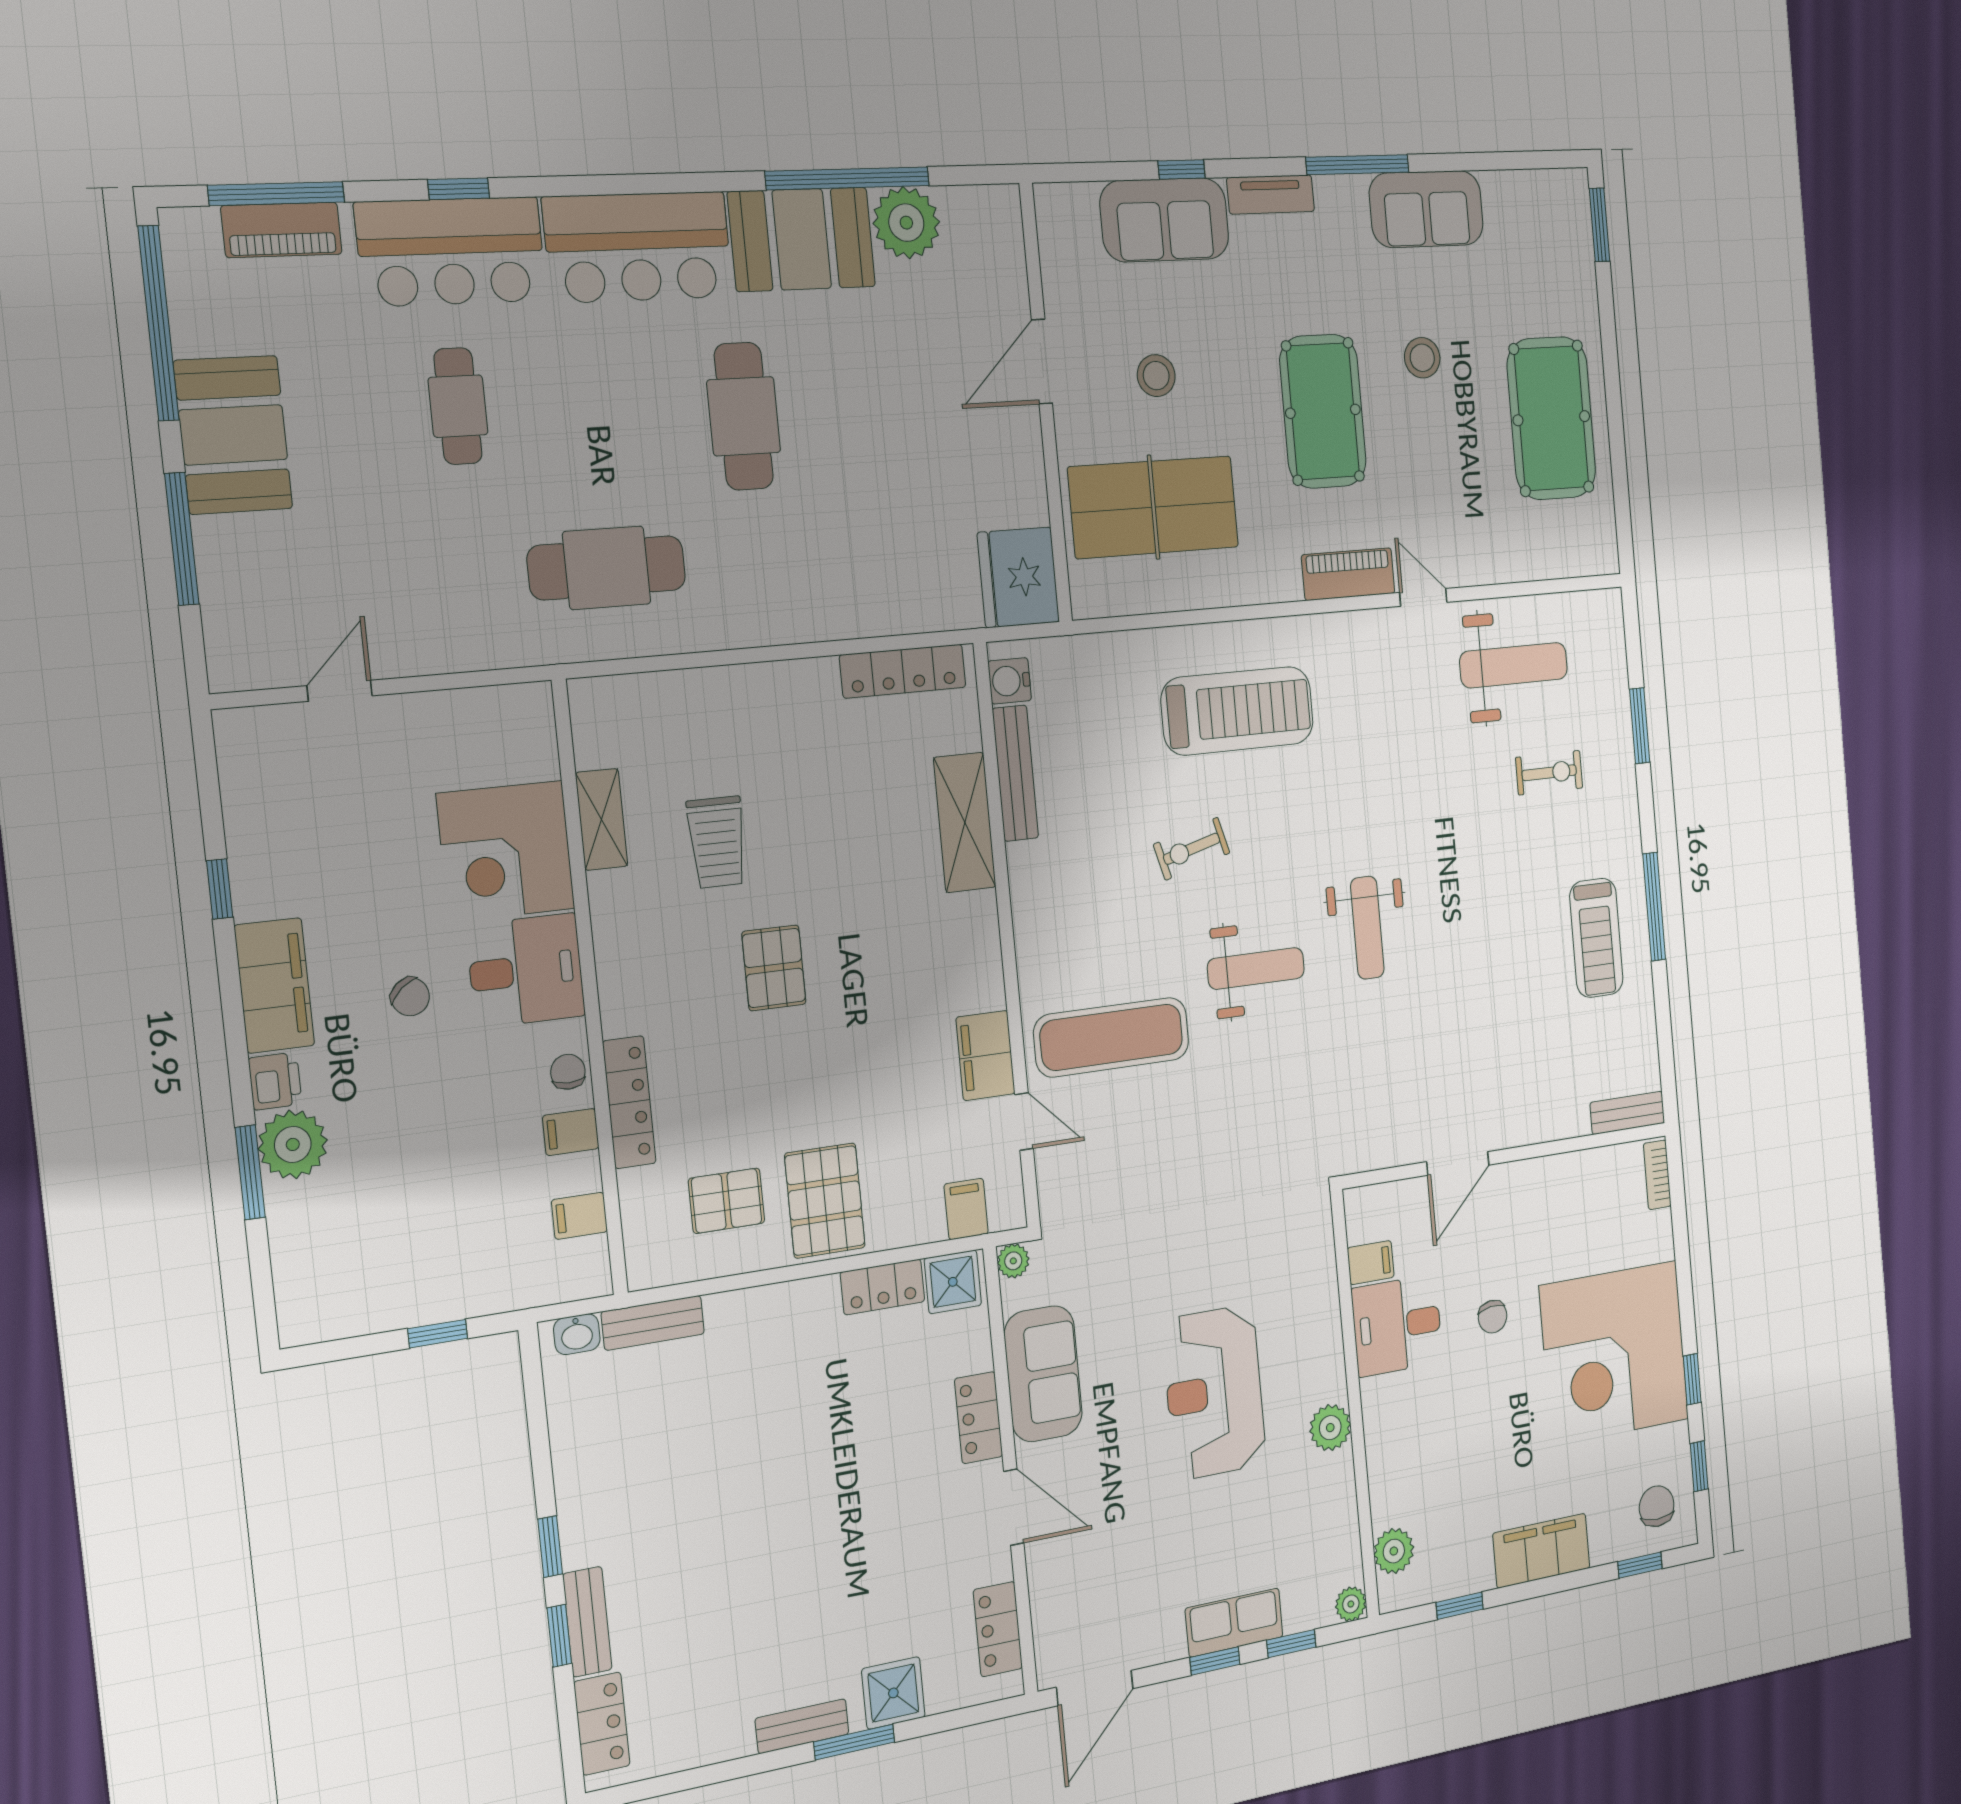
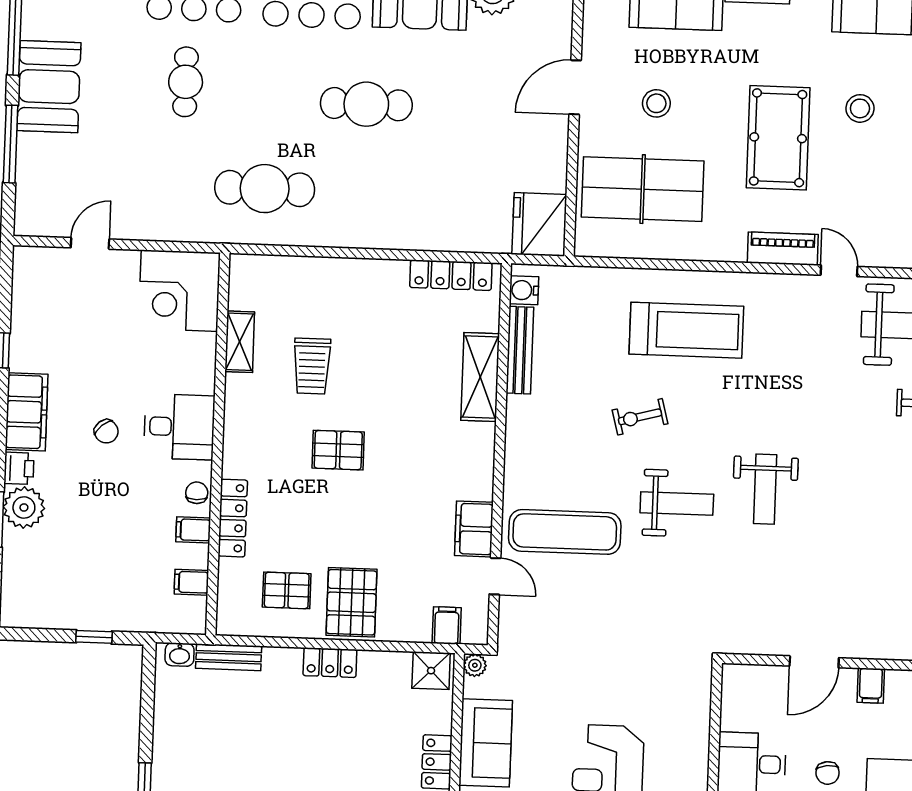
cafe table: (744, 416) -> (366, 104), turned 90
corner desk: (506, 851) -> (179, 291), moved
pallet: (774, 968) -> (338, 450), turned 90
filing cabinet: (1371, 1263) -> (871, 686), moved, turned 90
locker: (882, 1287) -> (330, 663), moved

